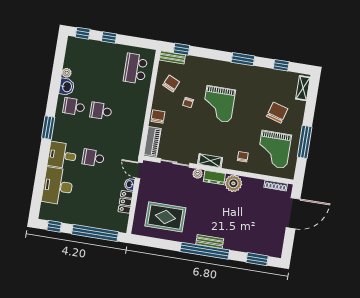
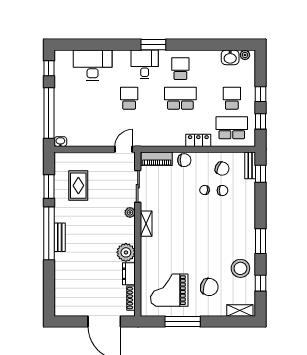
window: (83, 33) -> (260, 121), moved
school desk: (108, 64) -> (232, 98), added
plant: (67, 73) -> (245, 55), moved
stool: (265, 81) -> (240, 268), added
washbasin: (67, 87) -> (230, 57), moved
grand piano: (219, 104) -> (208, 223), removed
school desk: (101, 111) -> (180, 98), width x1.85
desk: (62, 155) -> (145, 64), moved
chair: (243, 157) -> (222, 190), moved
dresser: (214, 177) -> (129, 274), moved
washbasin: (130, 184) -> (60, 142), moved
locker: (125, 202) -> (198, 140), moved
rug: (165, 217) -> (78, 186), width x0.73, depth x0.70
window: (257, 259) -> (49, 186), moved

